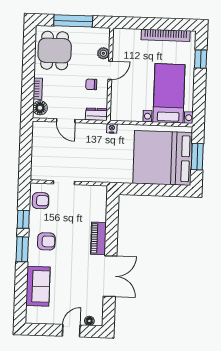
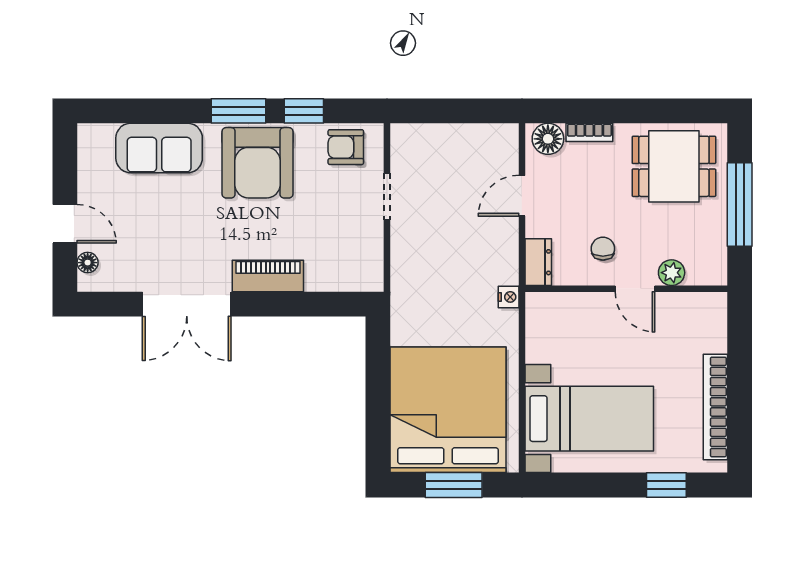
armchair: (41, 201) -> (346, 147), turned 90
armchair: (46, 241) -> (258, 163), width x1.88, depth x1.88

